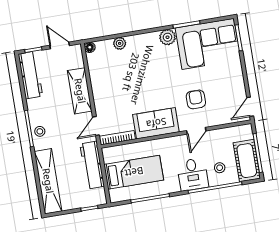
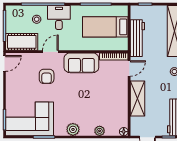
plant: (168, 37) -> (73, 129), moved
cot: (247, 161) -> (22, 42), moved, turned 90

